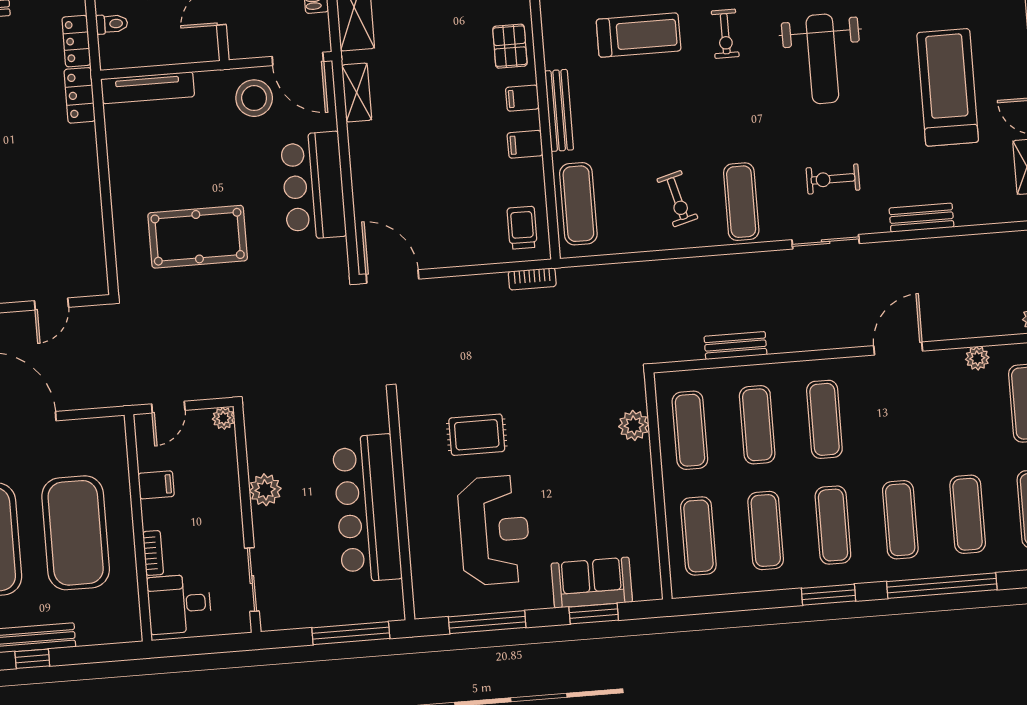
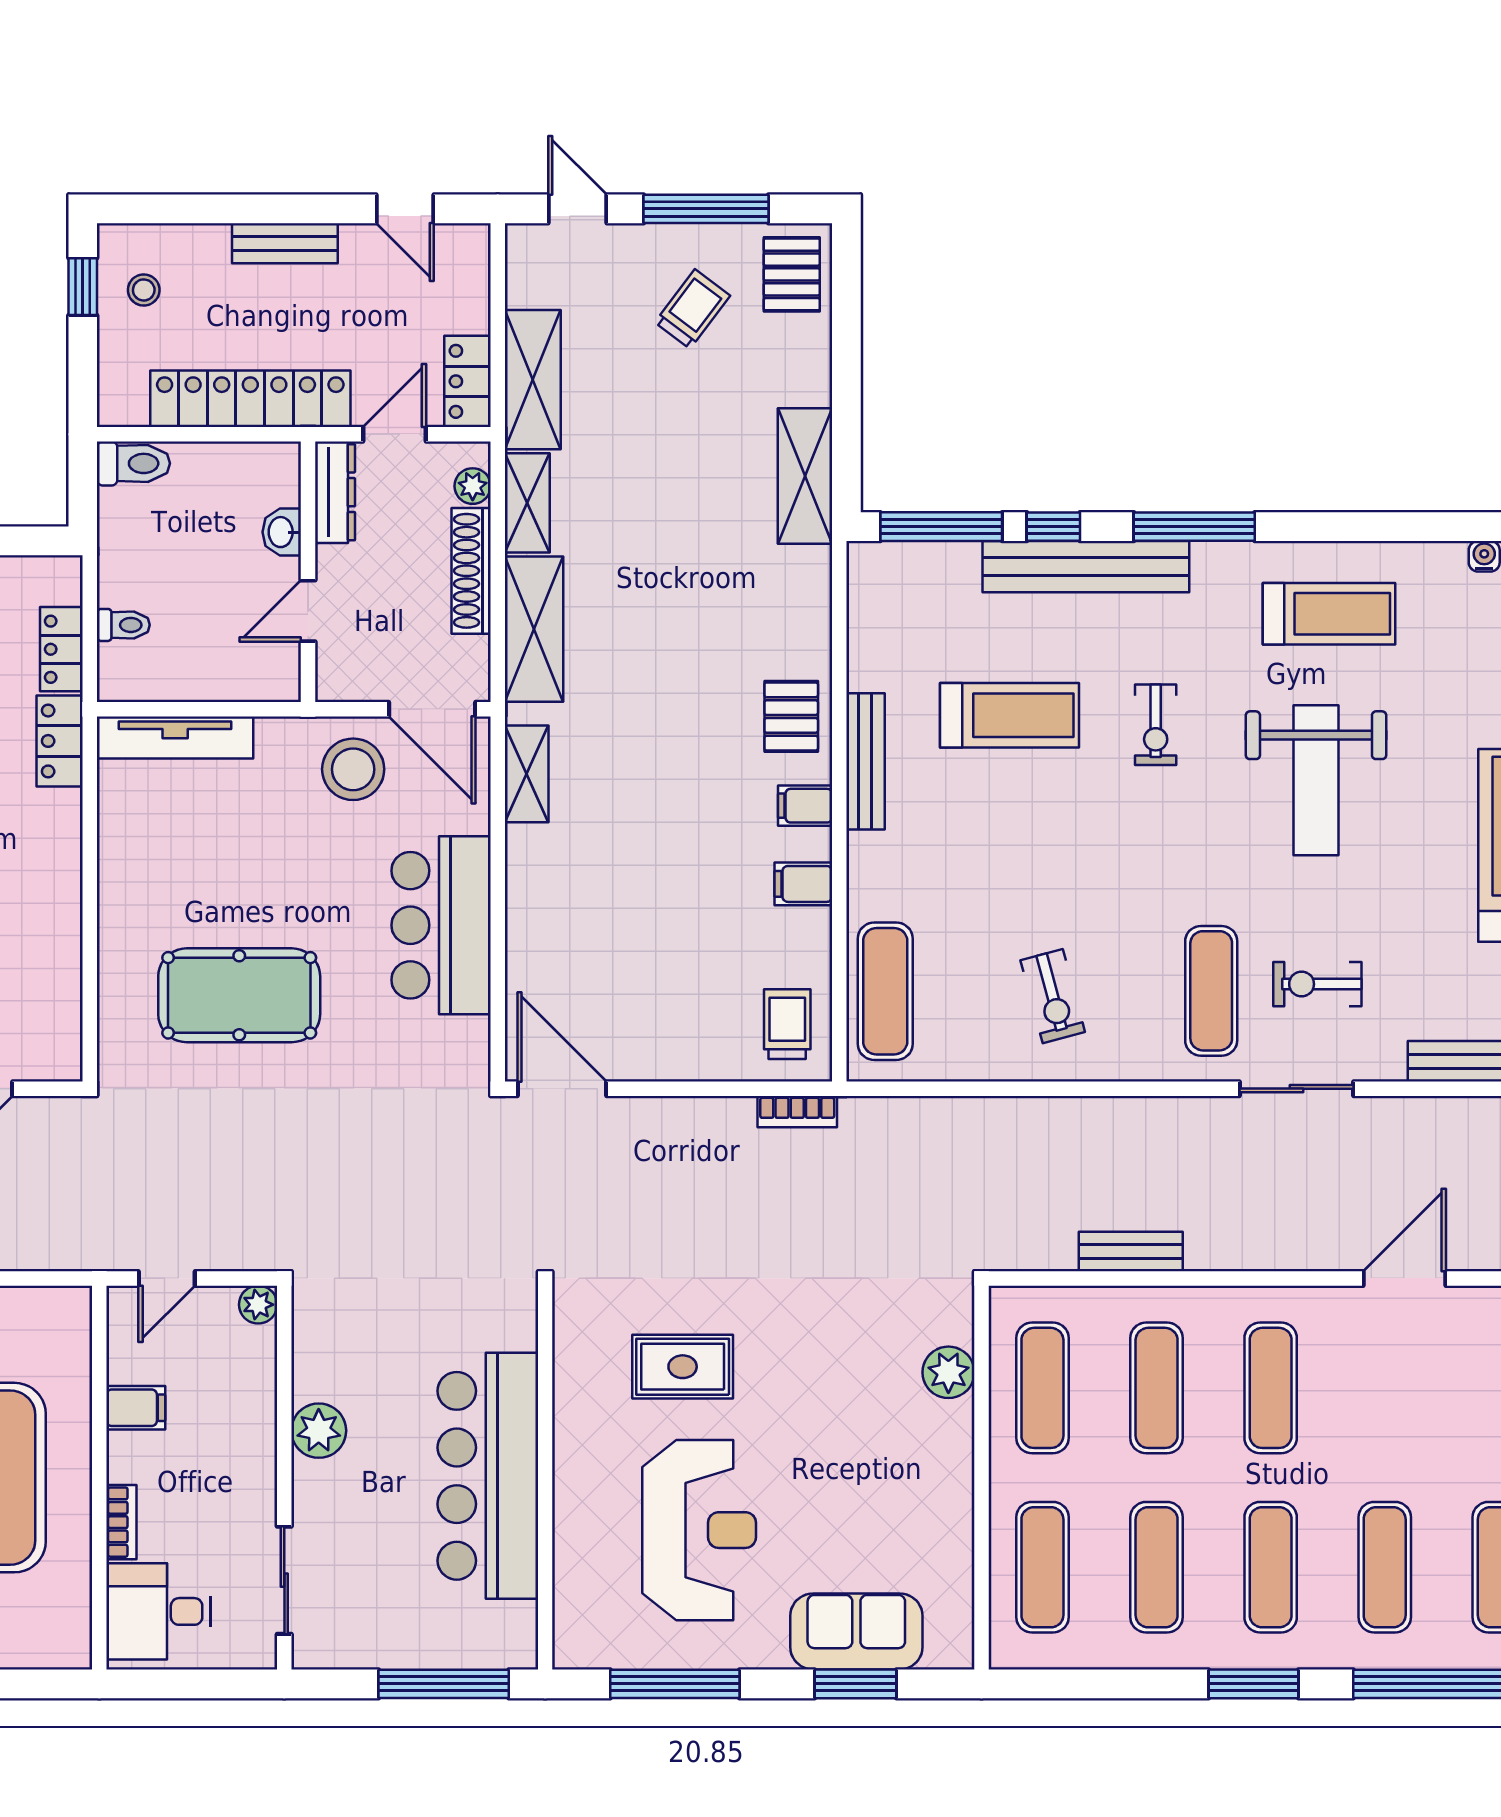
bench: (559, 110) -> (865, 761), moved
exercise mat: (741, 202) -> (1211, 991), moved

